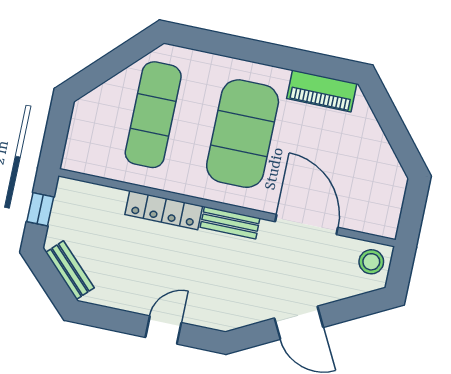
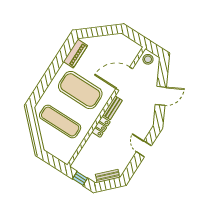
locker: (164, 210) -> (101, 127), width x0.66

